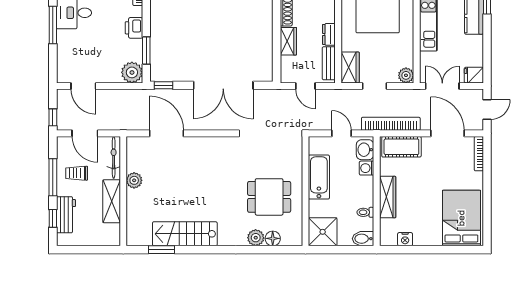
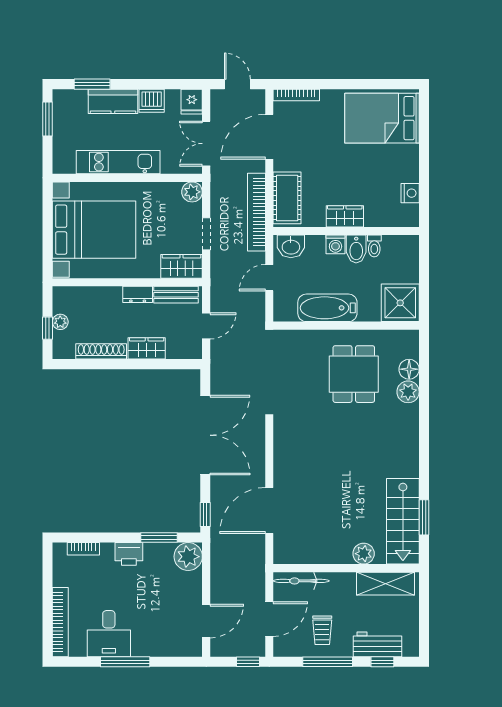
dishwasher: (474, 45) -> (152, 101), added
washing machine: (367, 168) -> (335, 244), moved
plant: (134, 180) -> (364, 554), moved
wardrobe: (388, 197) -> (345, 216), width x0.67
shelving: (112, 201) -> (386, 584), moved
stairs: (185, 234) -> (403, 521), moved
bidet: (363, 239) -> (356, 249), moved

